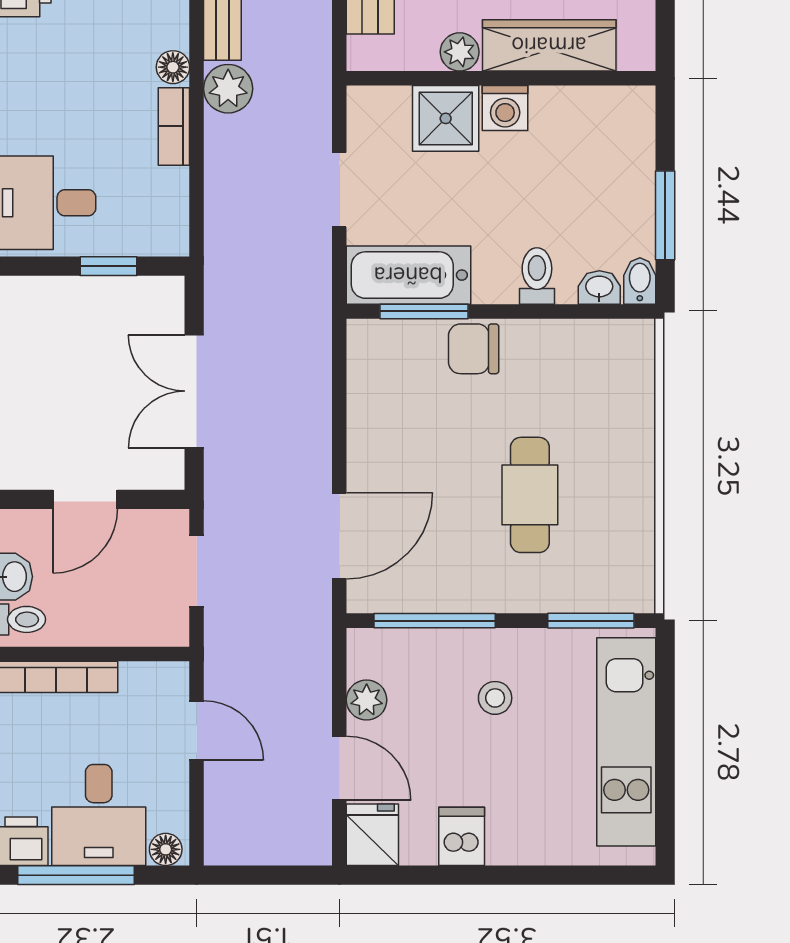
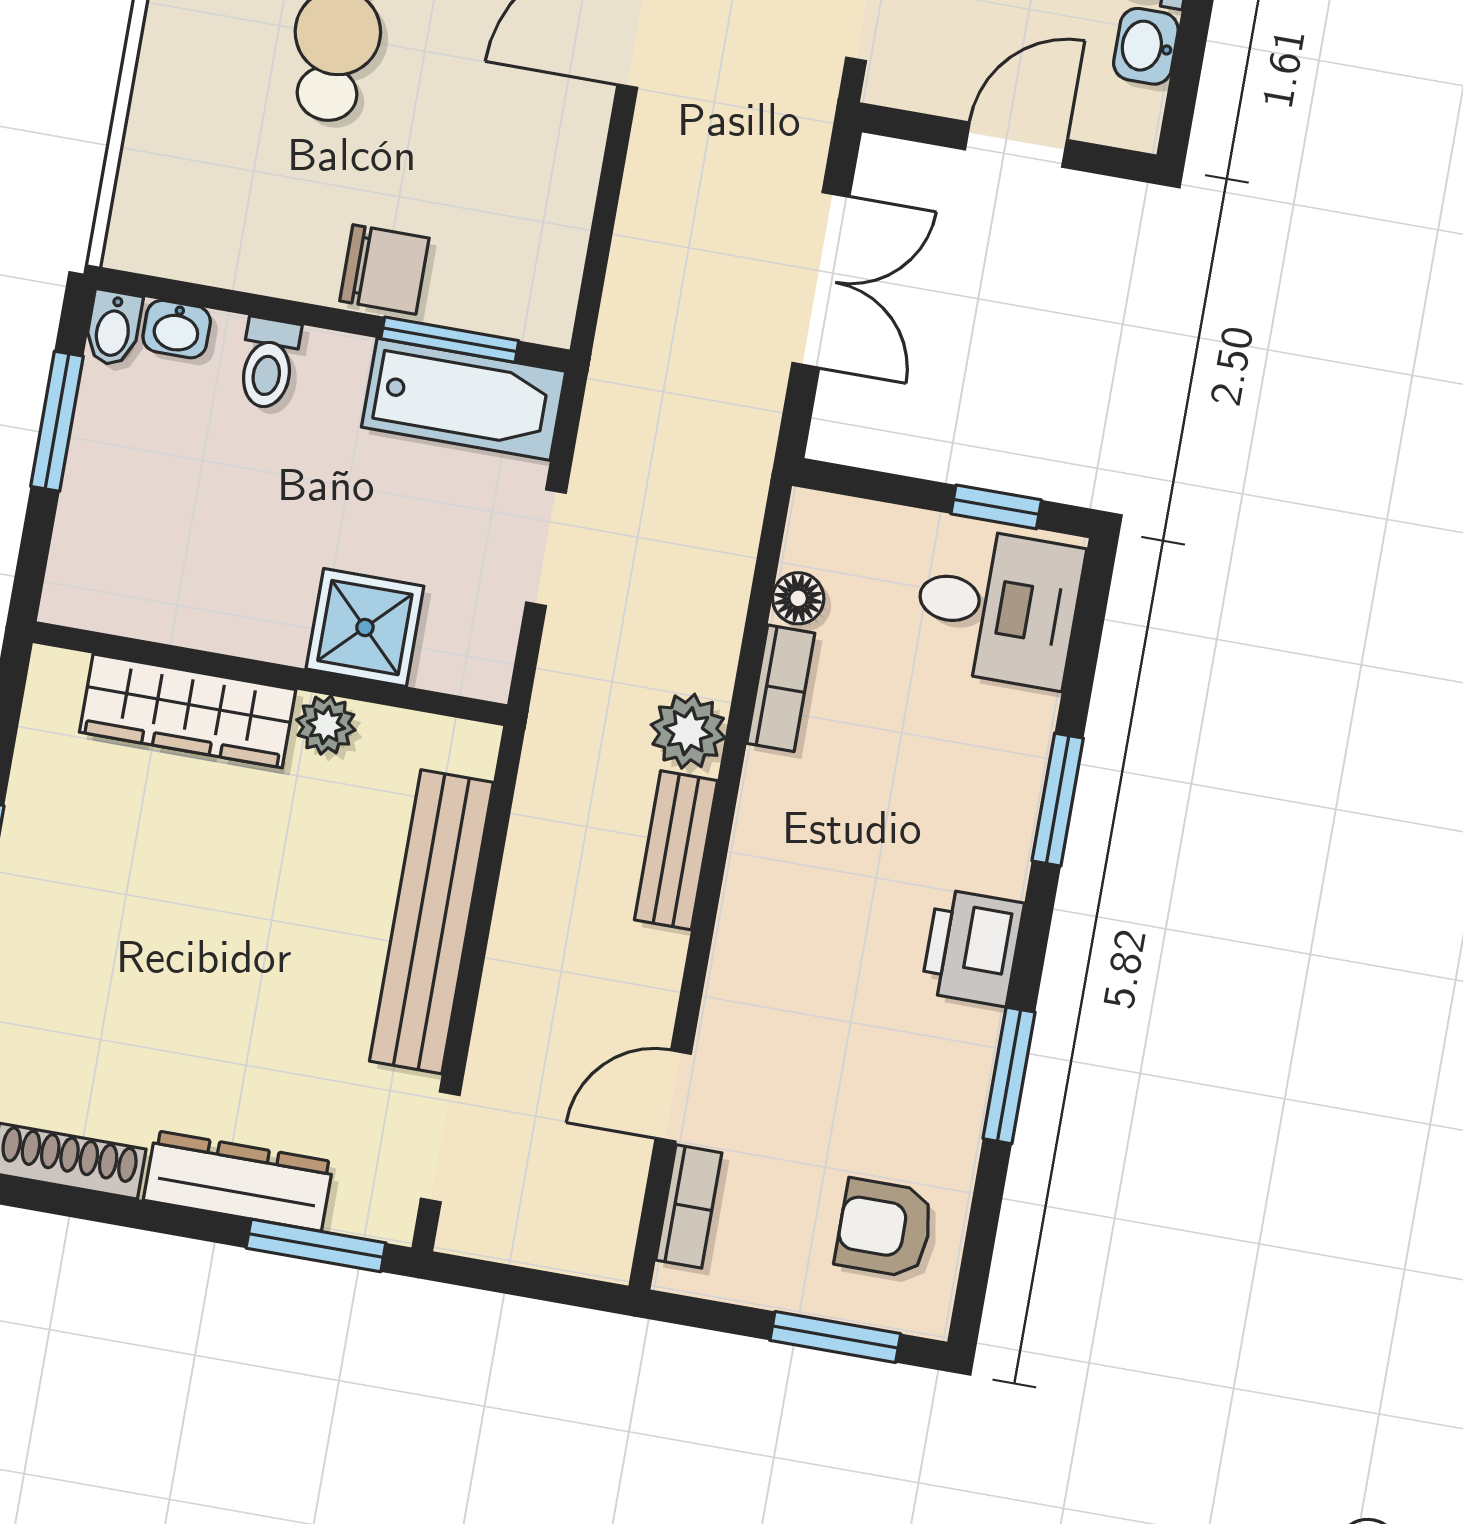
floor lamp: (173, 67) -> (798, 598), moved
washing machine: (505, 108) -> (272, 627), removed
window: (108, 266) -> (996, 507), moved

